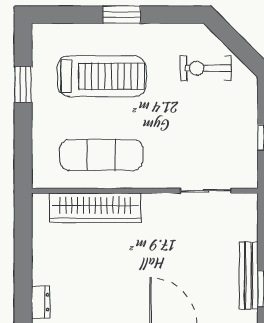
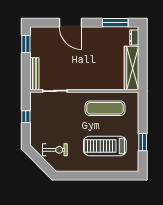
window: (122, 15) -> (95, 176), removed
wardrobe: (95, 208) -> (131, 68), moved, turned -90
bench: (249, 276) -> (34, 74), moved

